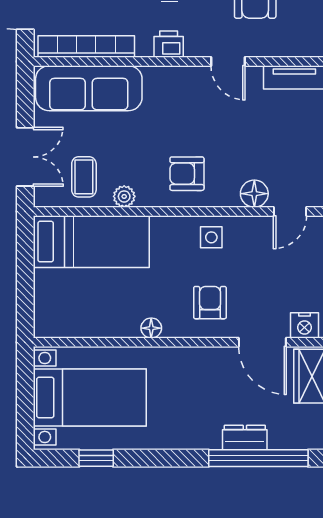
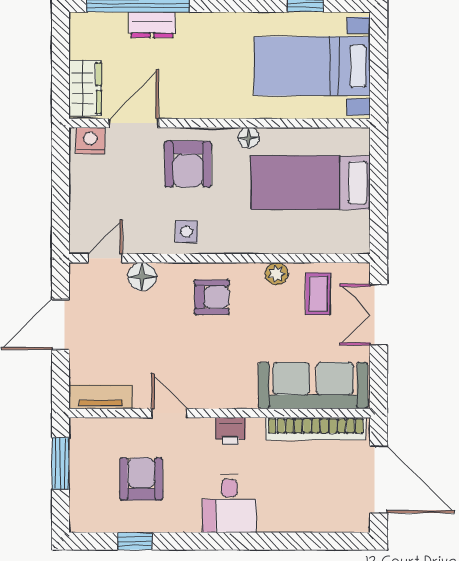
bed: (91, 242) -> (310, 183), moved
armchair: (210, 303) -> (188, 164), width x1.38, depth x1.38
door: (262, 342) -> (134, 123), hinge flipped

